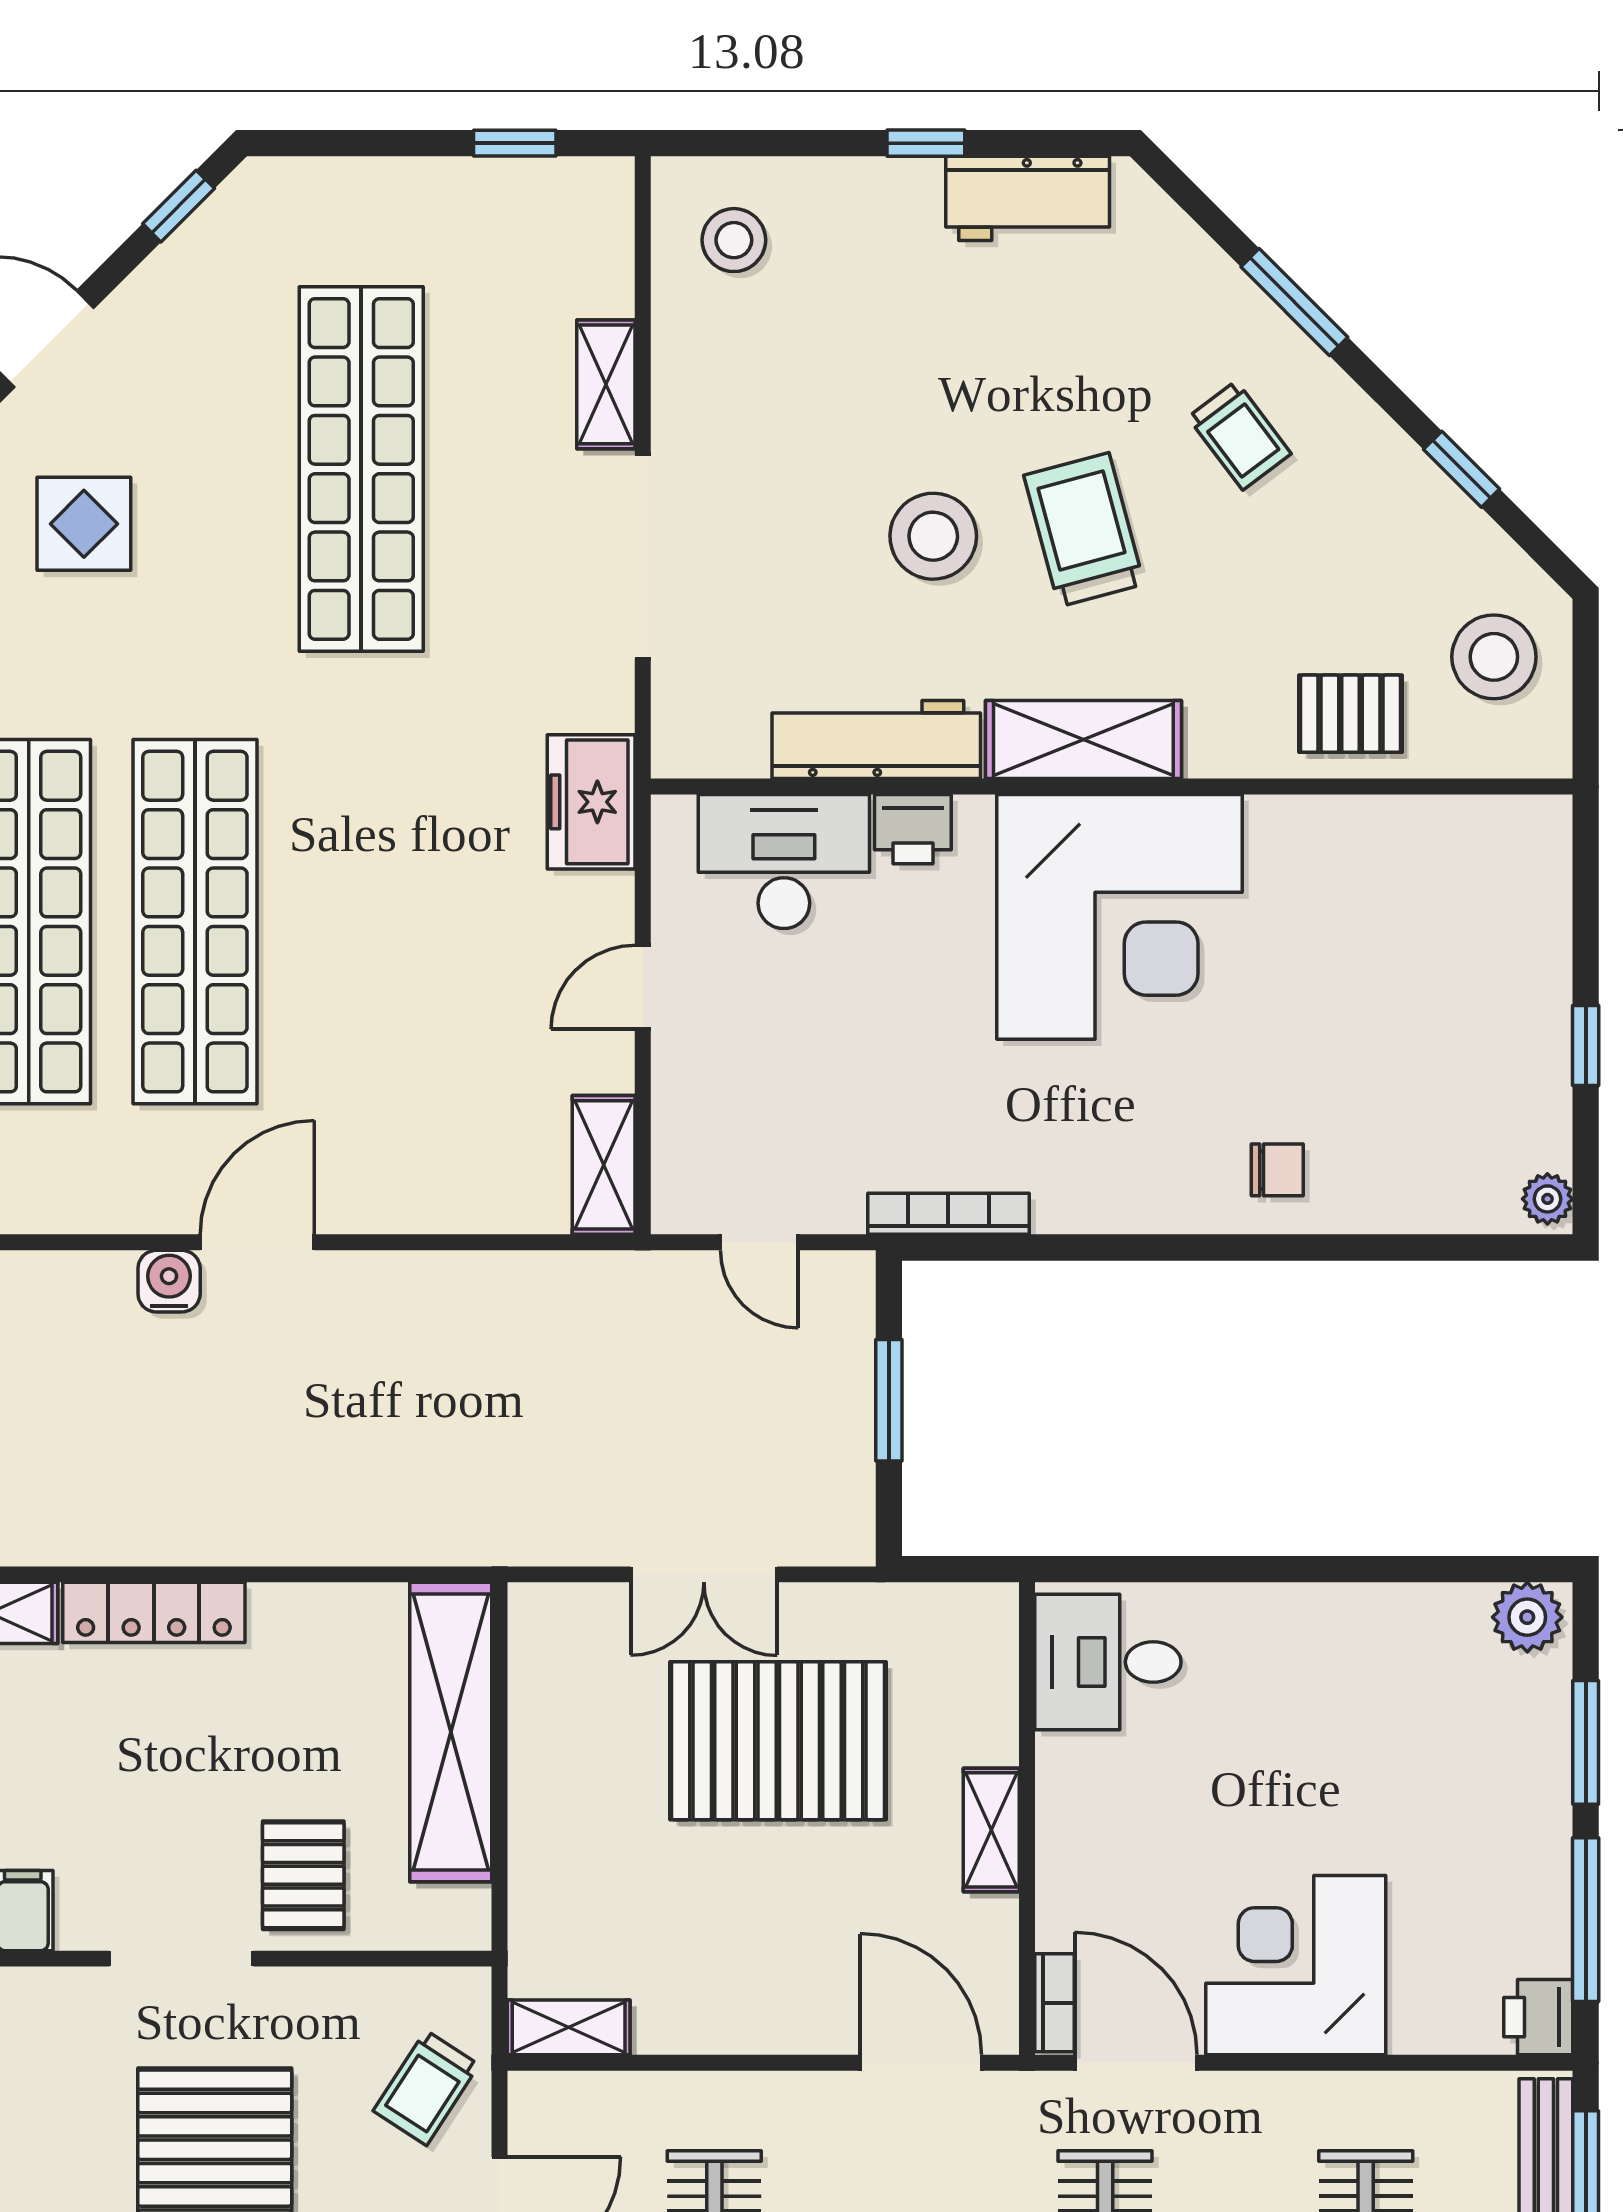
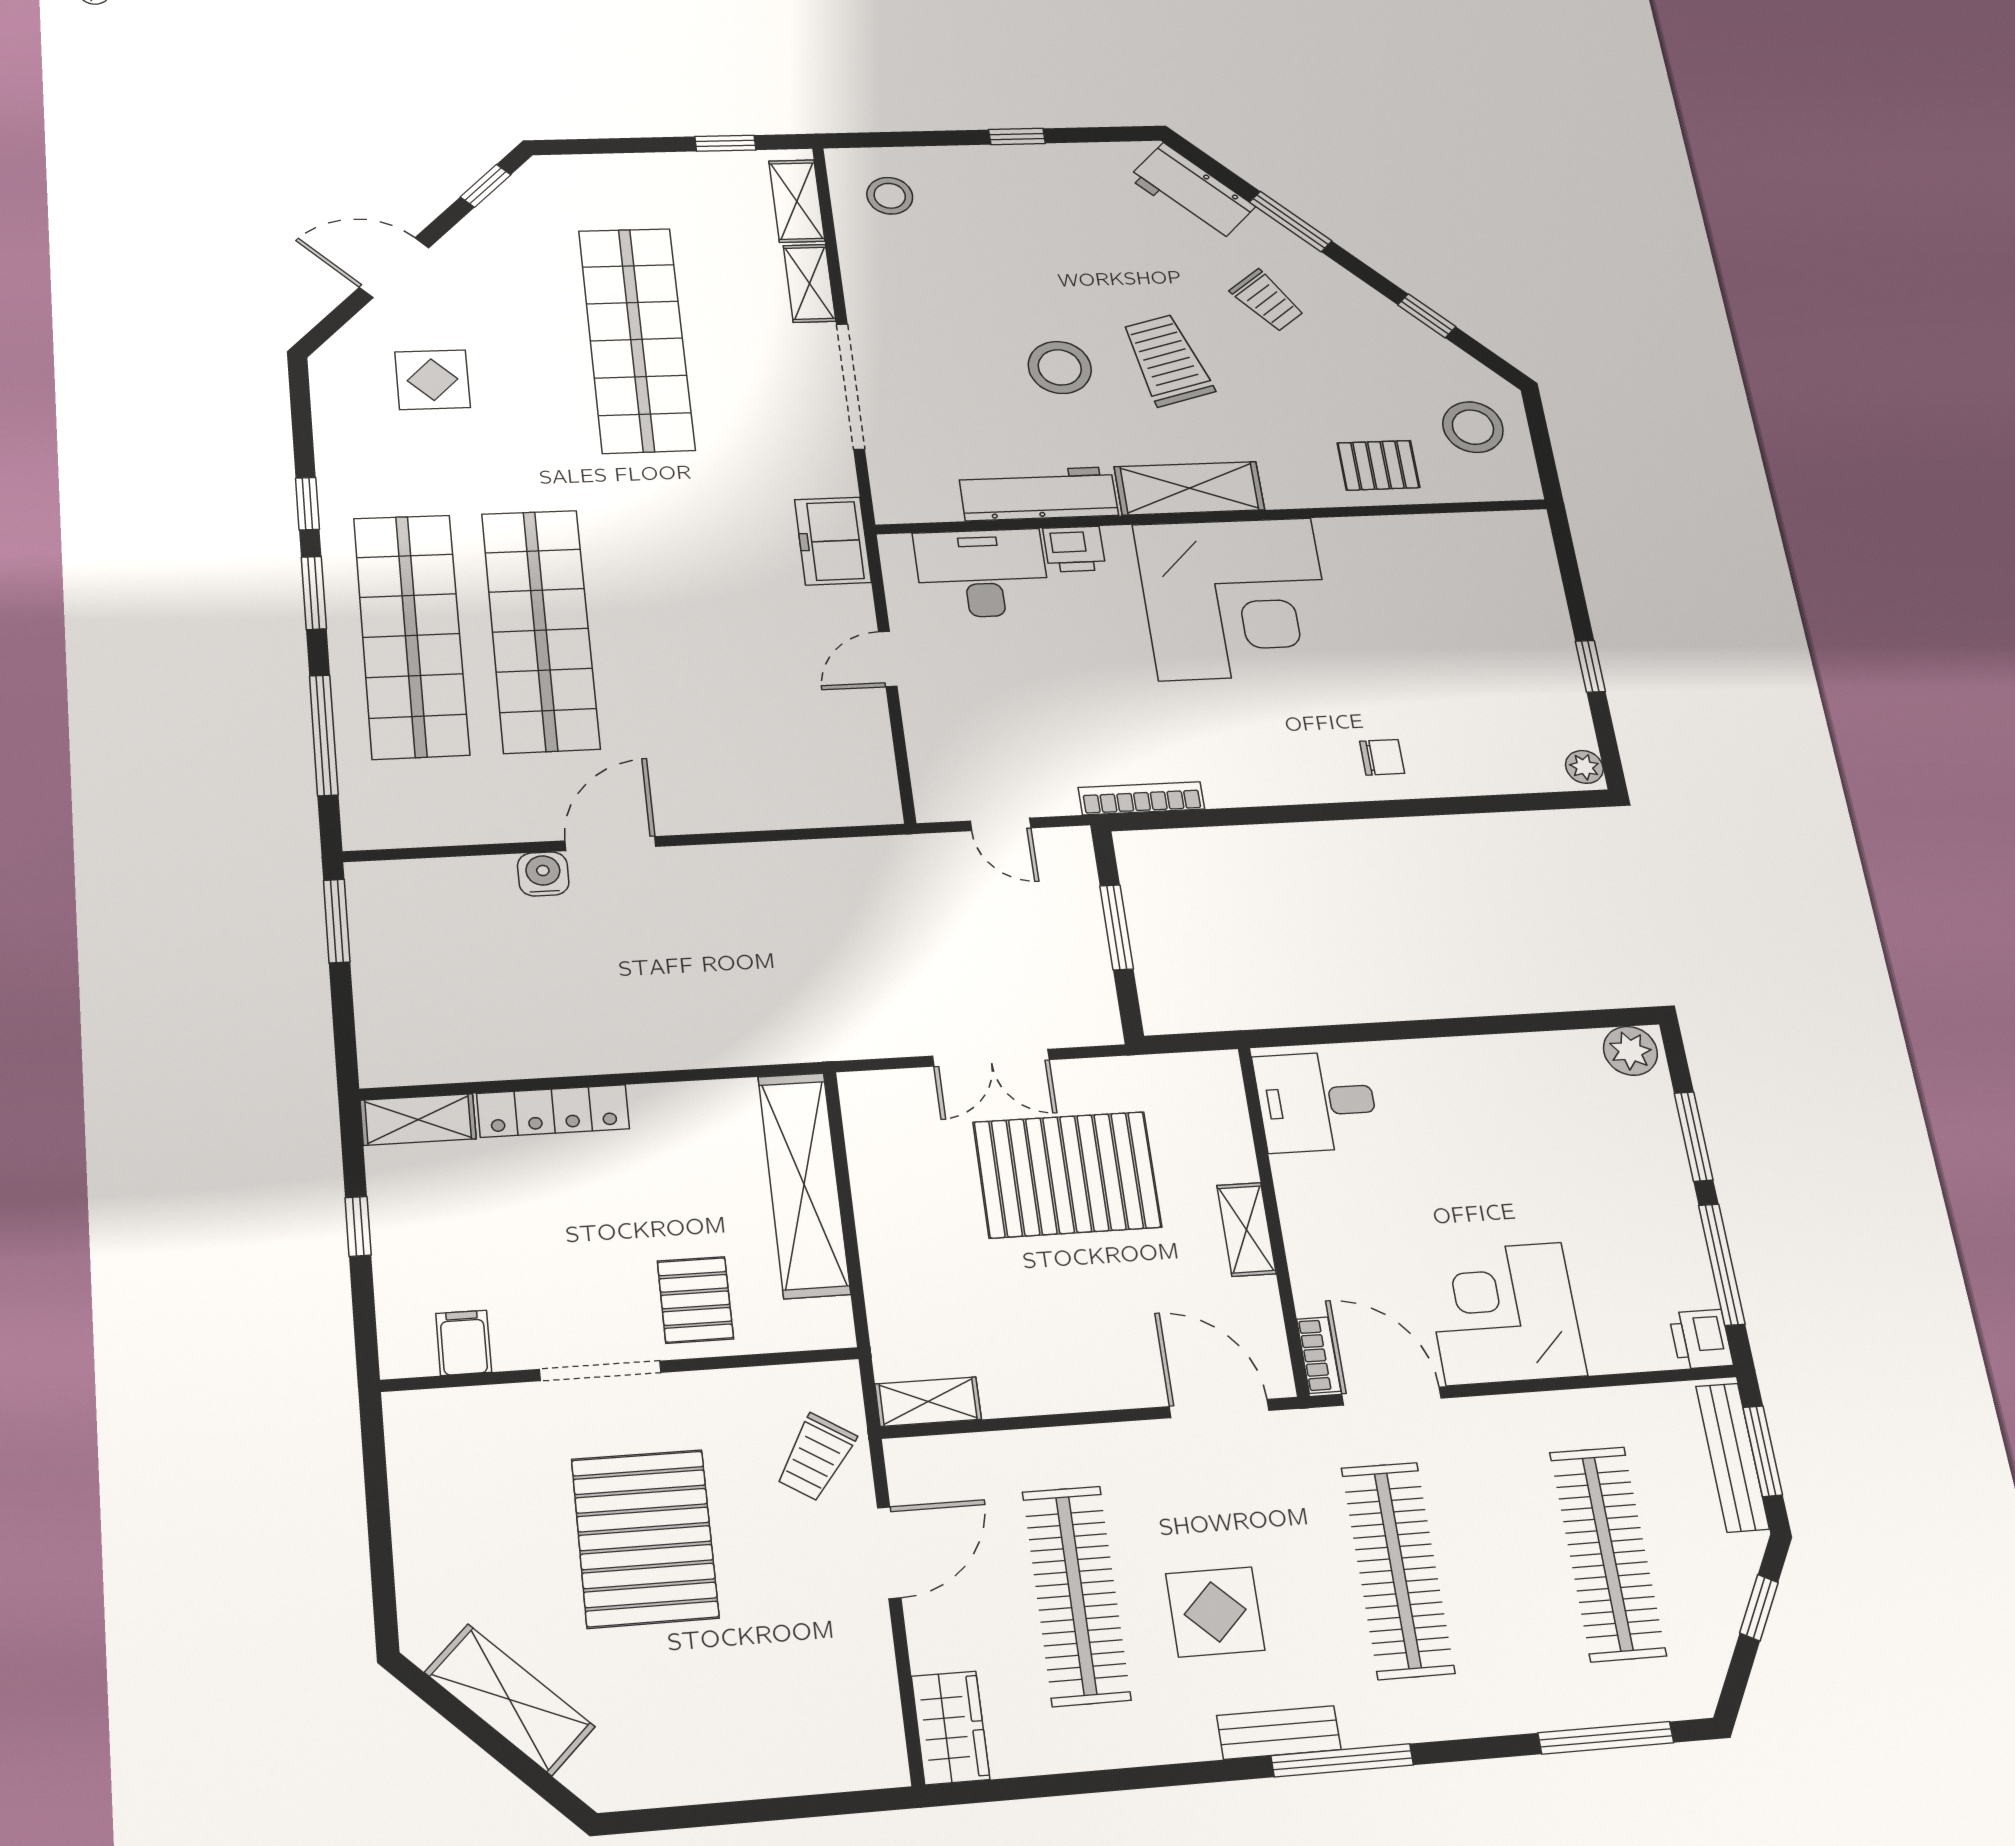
workbench: (1028, 198) -> (1192, 192), moved, turned 45
shelving: (604, 1165) -> (797, 201), moved

